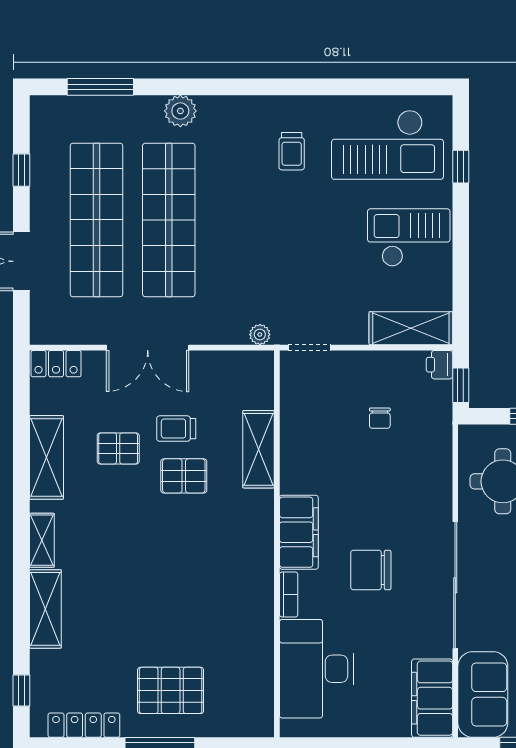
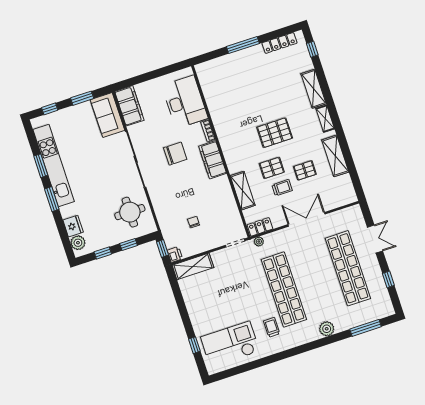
shop shelf: (169, 220) -> (284, 289), moved
checkout: (409, 238) -> (207, 306), removed
locker: (56, 364) -> (260, 227), moved
pallet: (171, 690) -> (275, 133), moved

